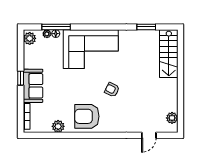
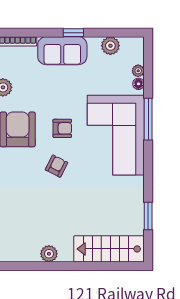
window: (56, 27) -> (148, 119), moved
plant: (30, 38) -> (110, 46), moved
armchair: (86, 86) -> (62, 128), added
plant: (172, 118) -> (49, 254), moved

